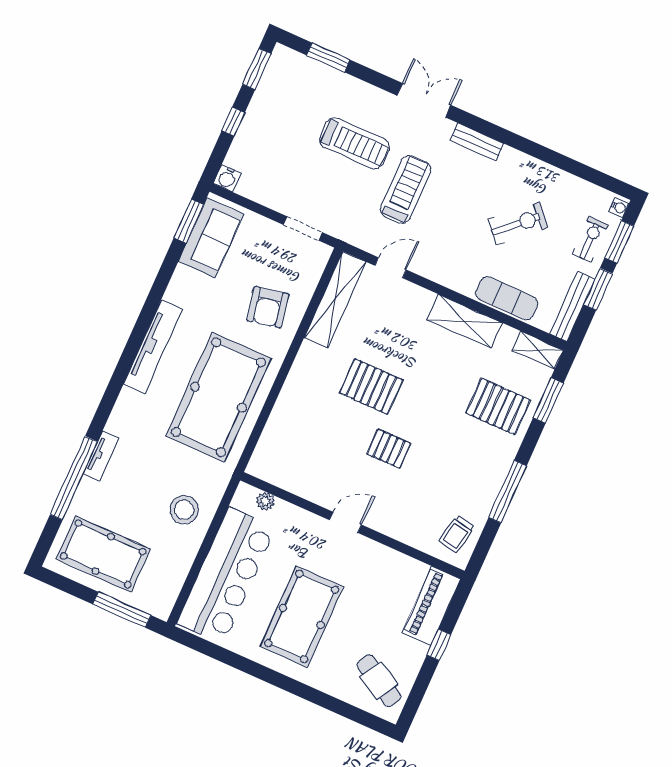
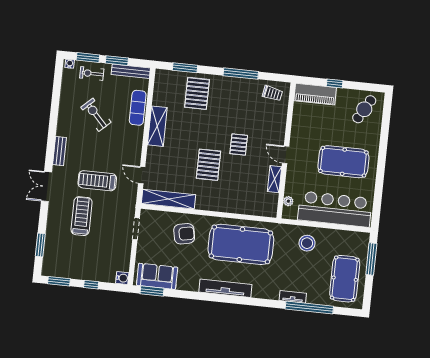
shelving: (538, 350) -> (275, 179), moved

